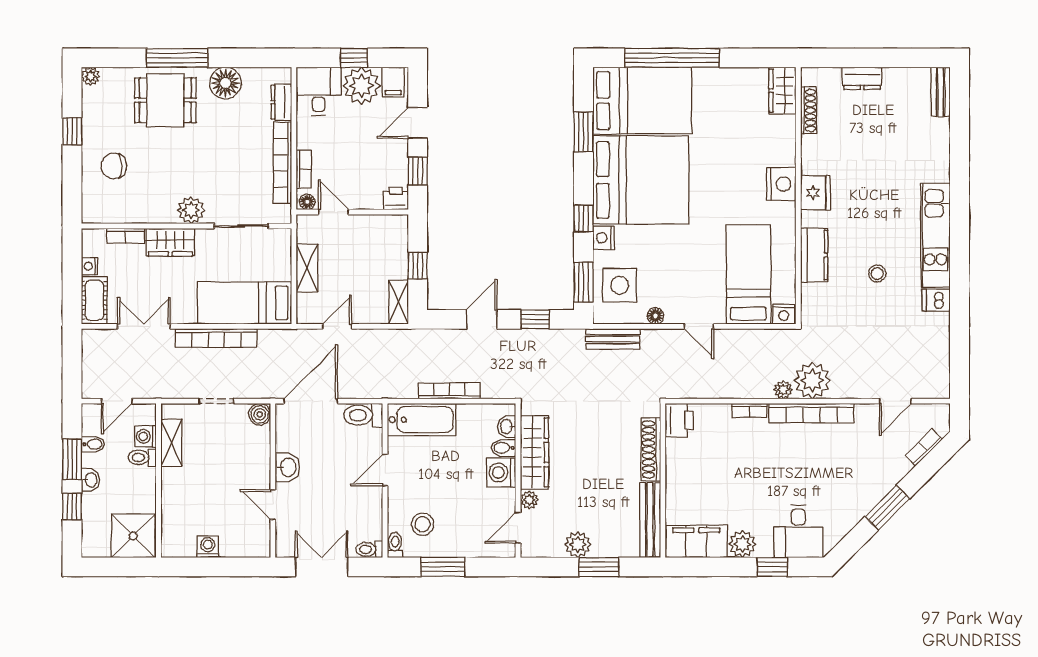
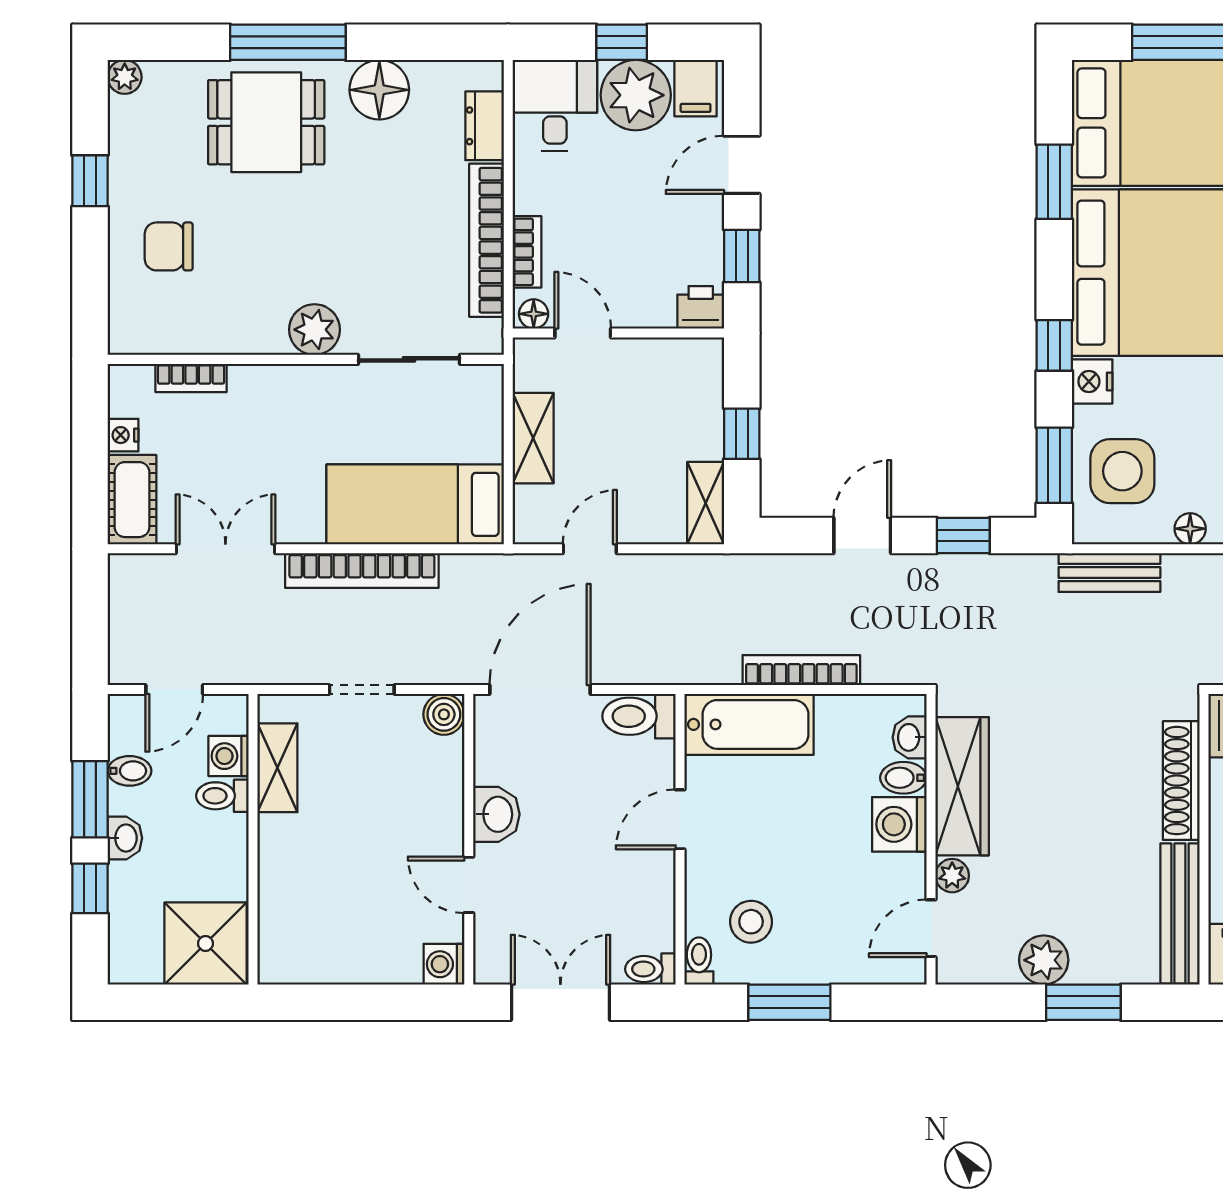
wardrobe: (170, 242) -> (275, 390), removed
washing machine: (208, 547) -> (444, 964), moved, turned -90

